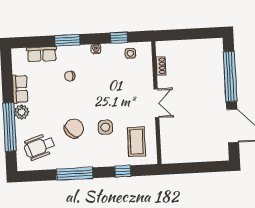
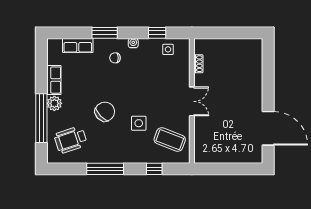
chair: (70, 76) -> (115, 58), moved
window: (230, 77) -> (268, 78), removed
chair: (74, 129) -> (105, 112), moved
coffee table: (137, 142) -> (170, 140), turned -69

